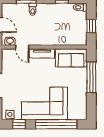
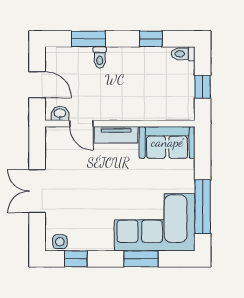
window: (91, 77) -> (203, 207), moved
corner sofa: (44, 103) -> (155, 222), moved
window: (56, 124) -> (141, 259), width x0.47

